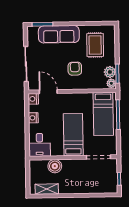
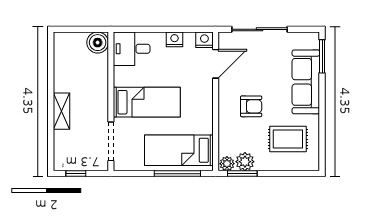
boiler: (55, 166) -> (98, 43), moved
shelving: (47, 189) -> (62, 111), moved

